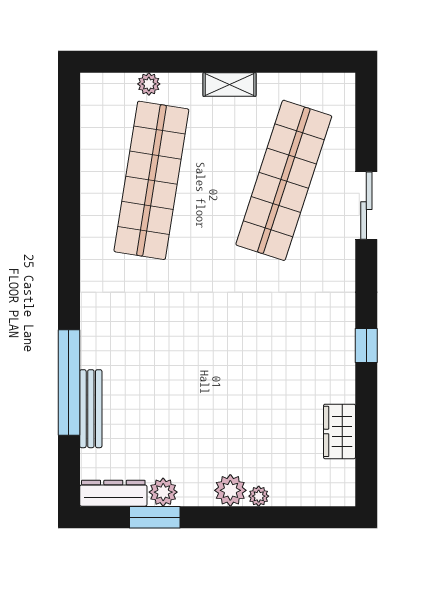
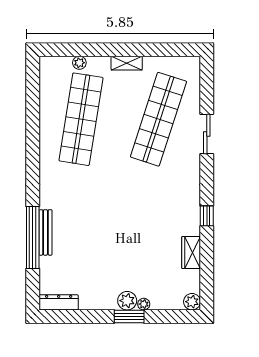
bench: (91, 409) -> (45, 232), moved
wardrobe: (340, 431) -> (191, 253), moved
plant: (163, 492) -> (192, 302), moved
window: (155, 517) -> (129, 316), moved

